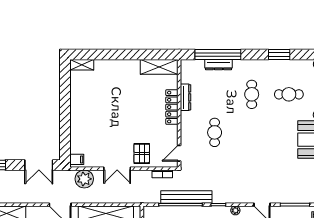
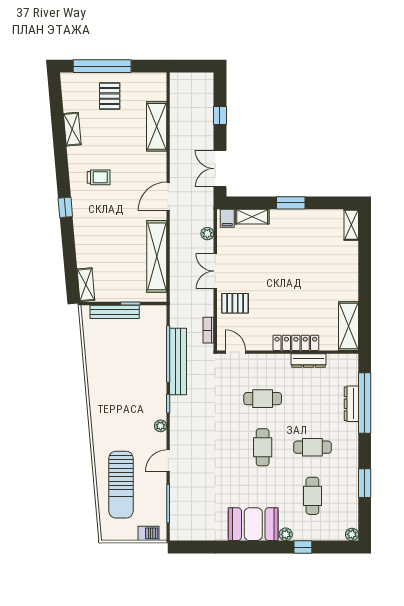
window: (65, 111) -> (291, 203), added
cafe table: (252, 132) -> (263, 447), added
shelving: (76, 140) -> (252, 217), added
plant: (84, 179) -> (207, 234), width x0.53, depth x0.53

